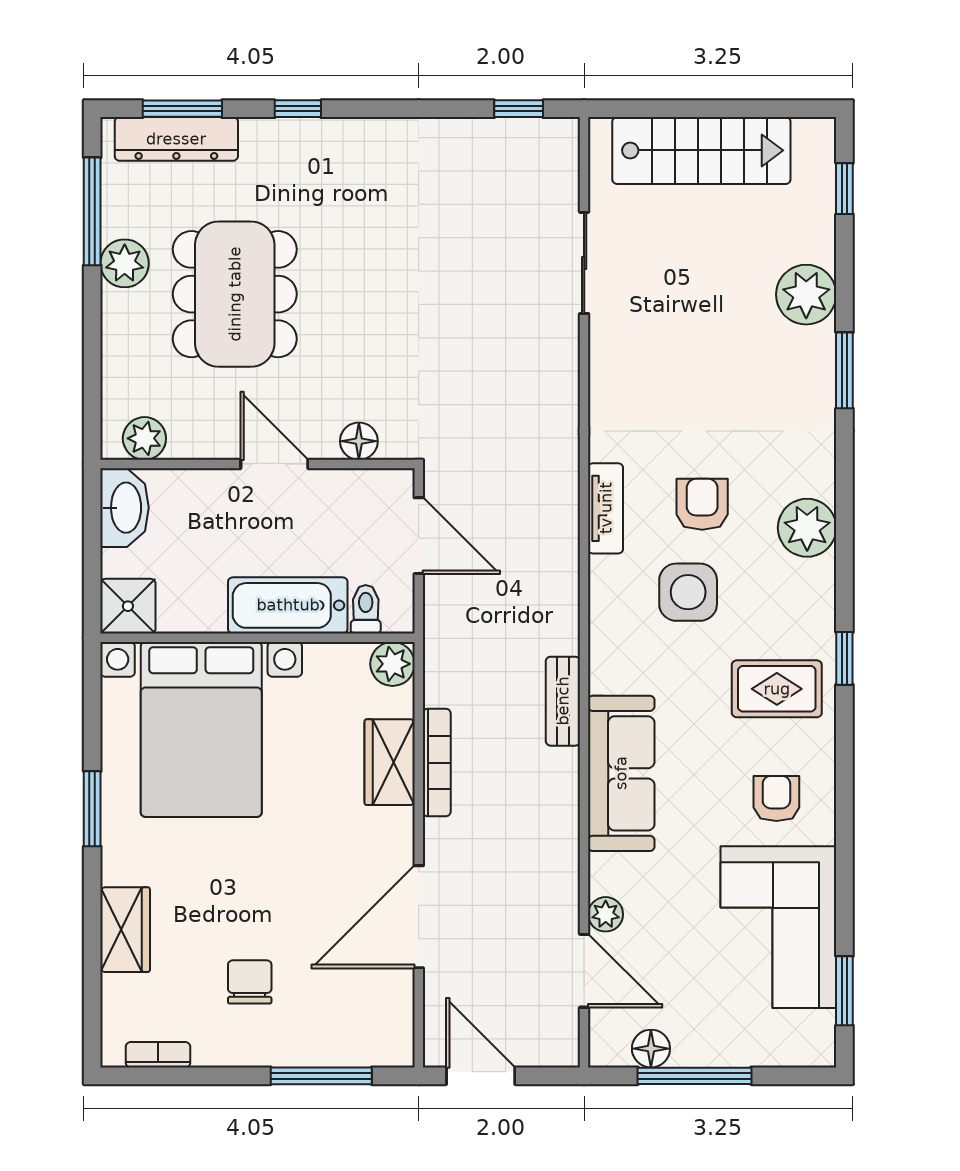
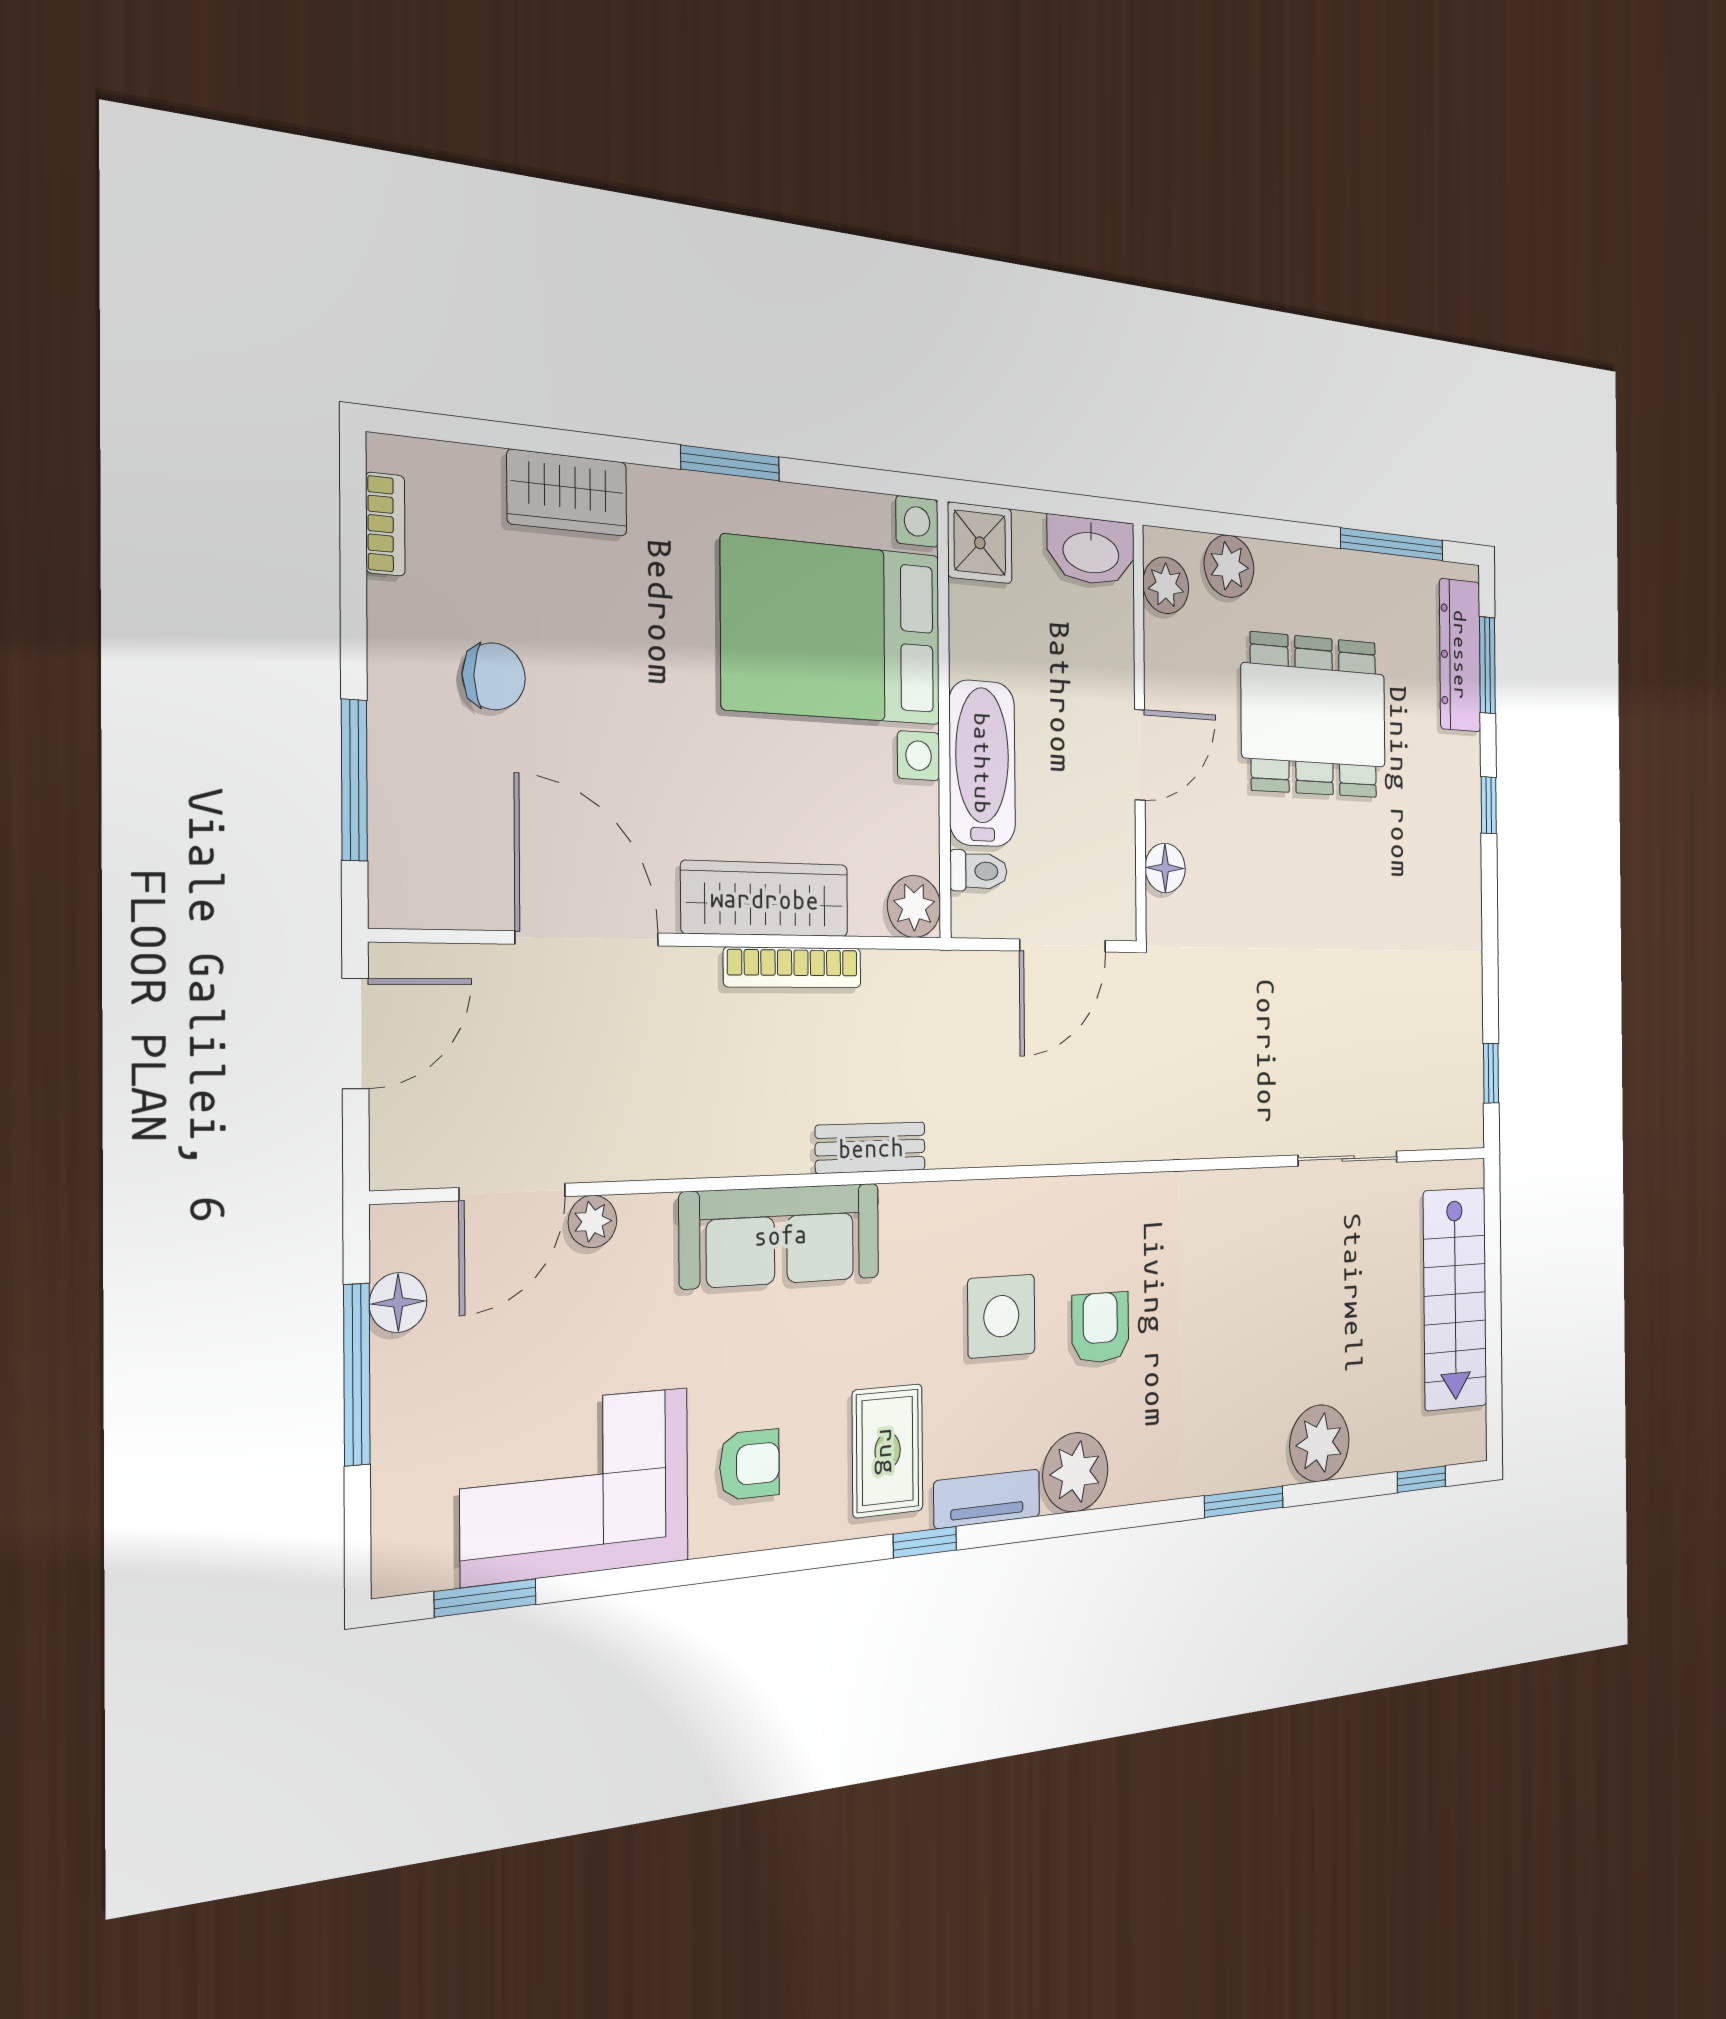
plant: (125, 263) -> (1229, 566), moved
armchair: (702, 504) -> (1100, 1328), turned -90
tv unit: (606, 508) -> (987, 1499), moved, turned 180
wardrobe: (390, 762) -> (765, 899), width x1.50

